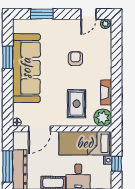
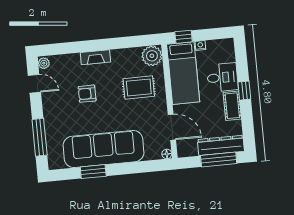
window: (42, 14) -> (40, 137), width x1.44
fireplace: (106, 92) -> (95, 57), moved
window: (117, 164) -> (184, 37), moved

